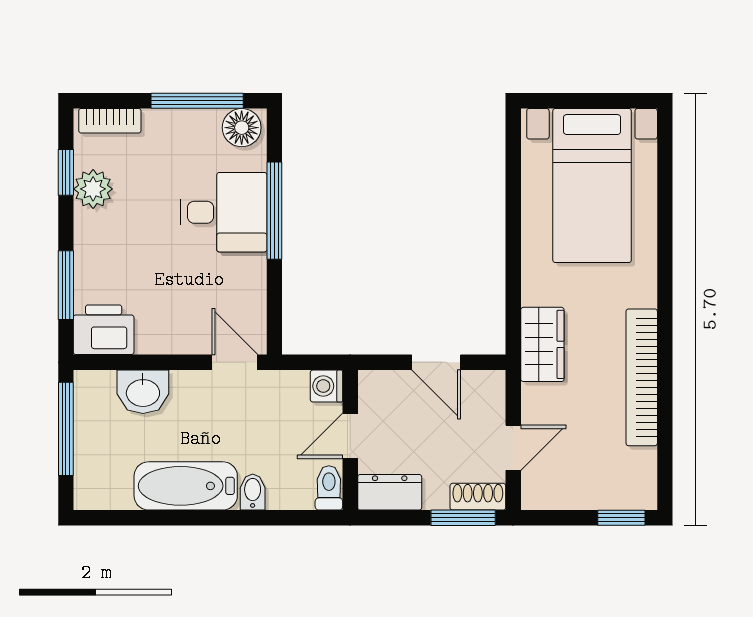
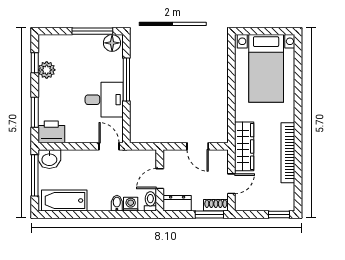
bookcase: (110, 121) -> (54, 40), removed
desk: (224, 212) -> (104, 100), moved
wardrobe: (542, 344) -> (244, 146), width x1.50
washing machine: (327, 386) -> (131, 204), moved, turned 90
washbasin: (143, 392) -> (49, 159), moved
bathtub: (186, 486) -> (64, 201), moved

